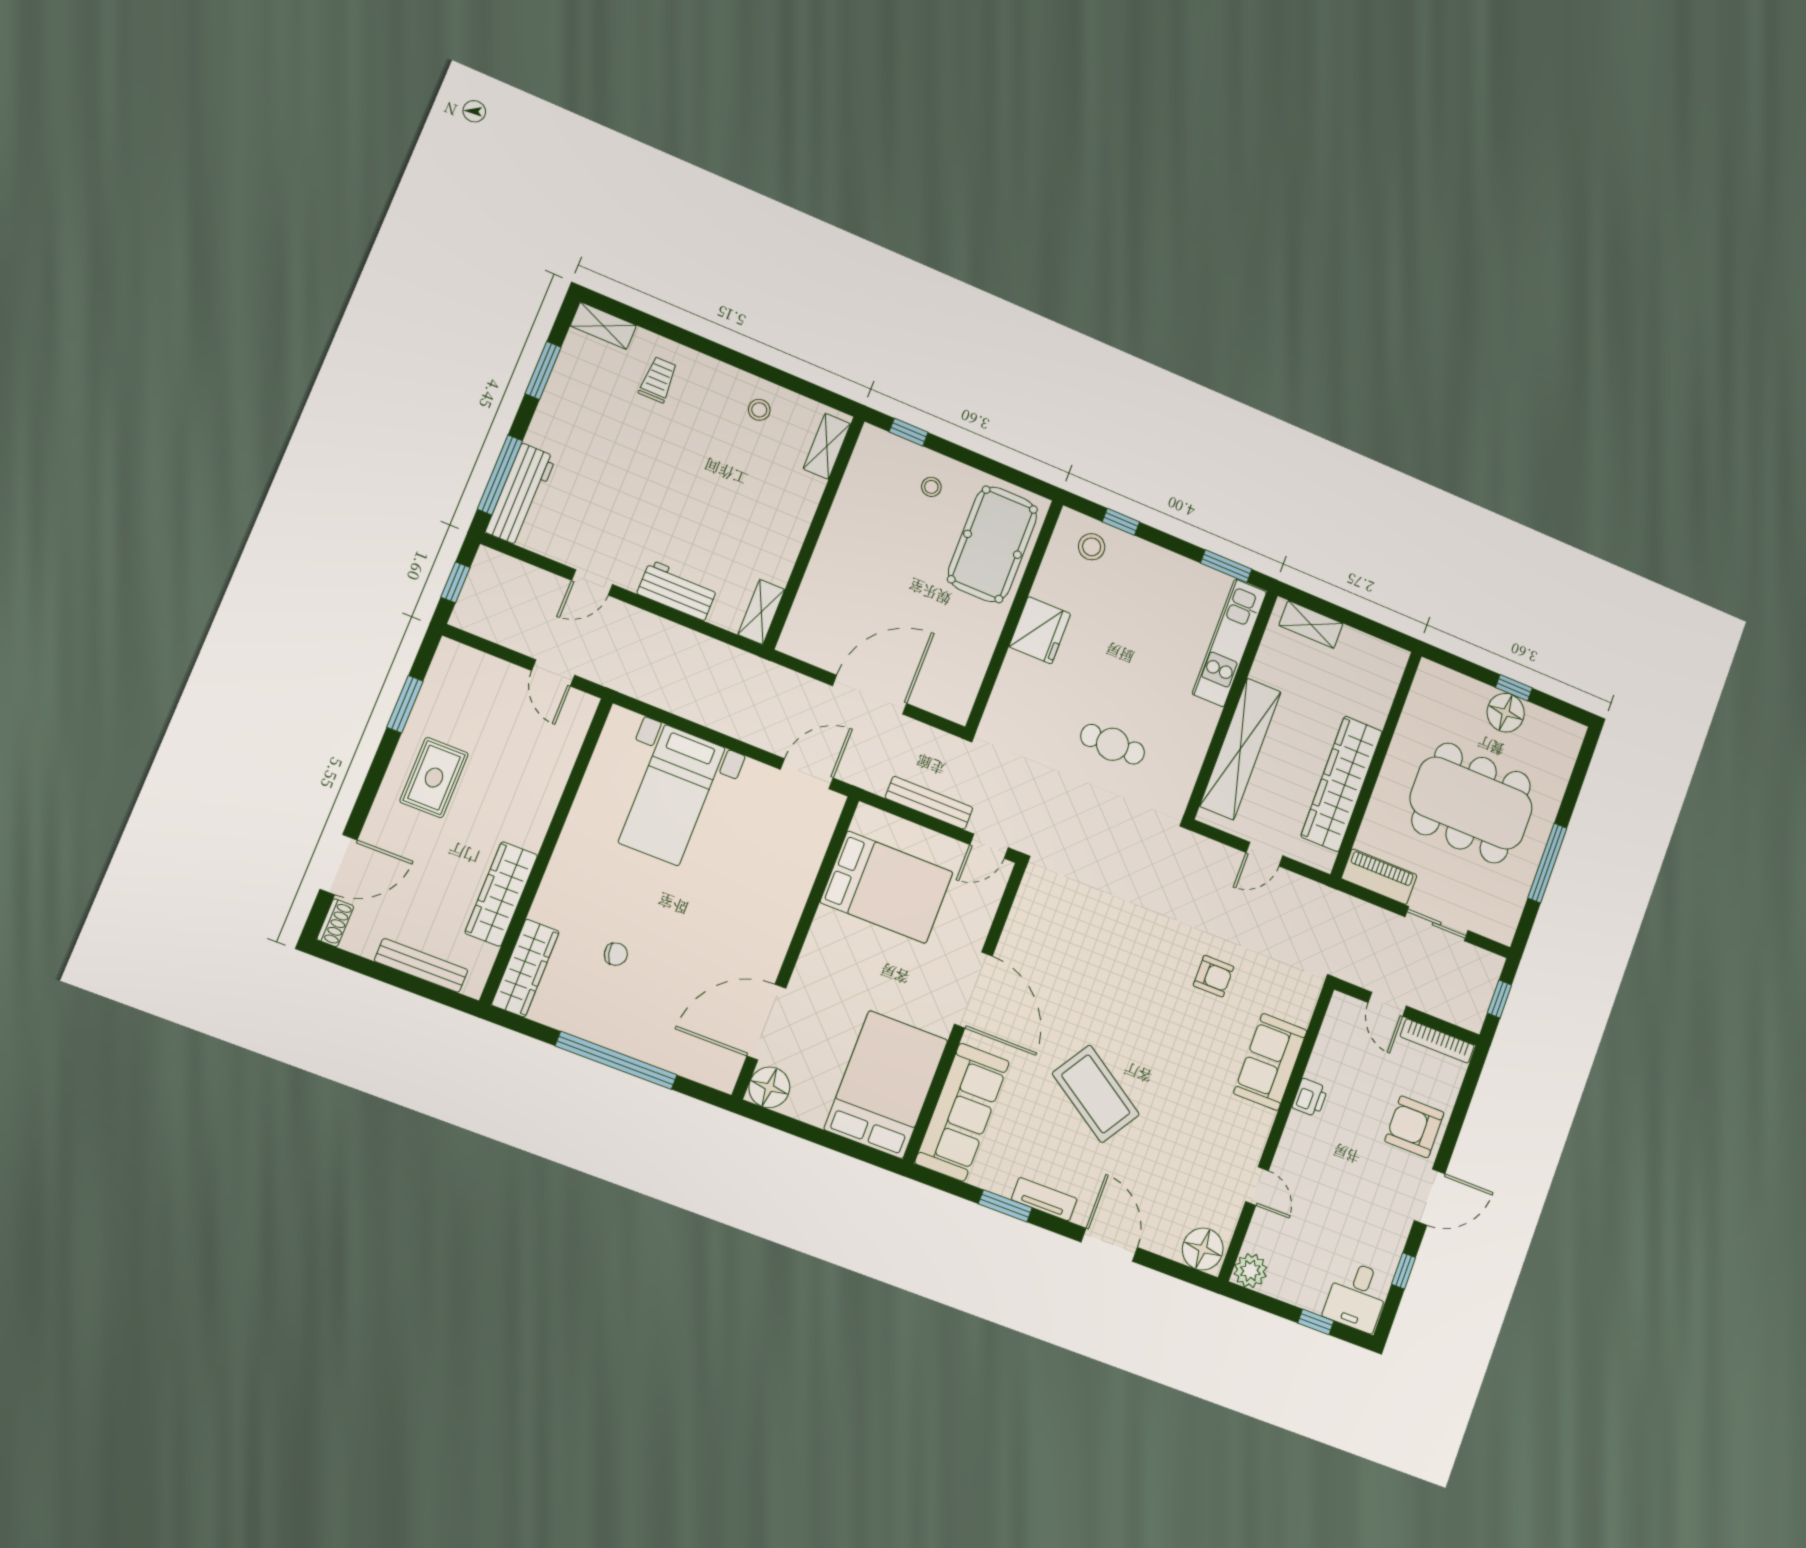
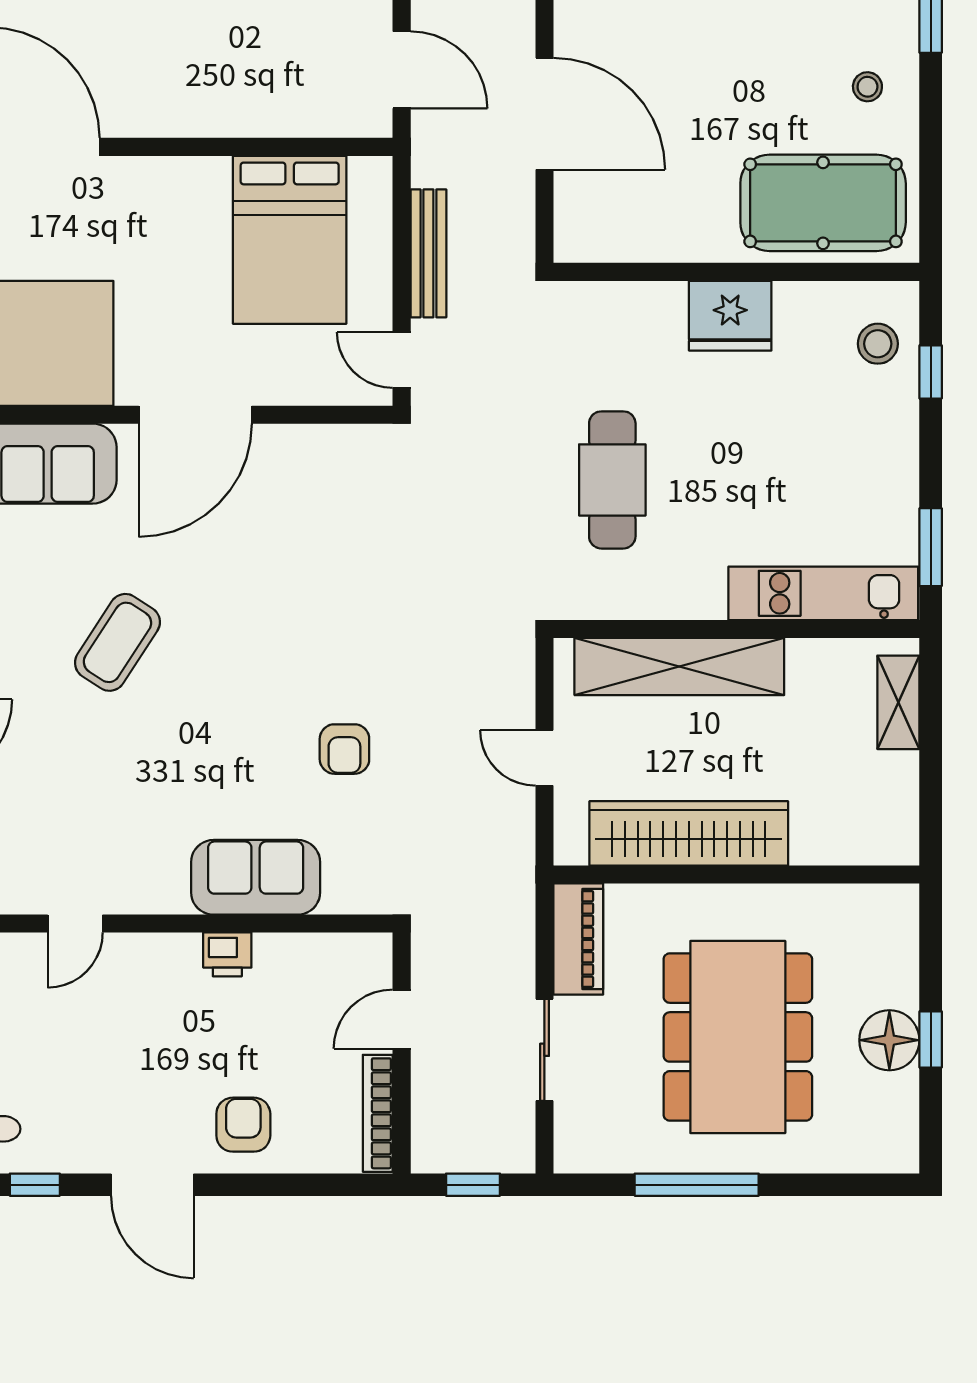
cafe table: (1112, 744) -> (612, 480), width x1.37, depth x1.35
coffee table: (1096, 1094) -> (117, 642), width x0.73, depth x0.76
armchair: (1414, 1127) -> (243, 1125), width x0.72, depth x0.72

